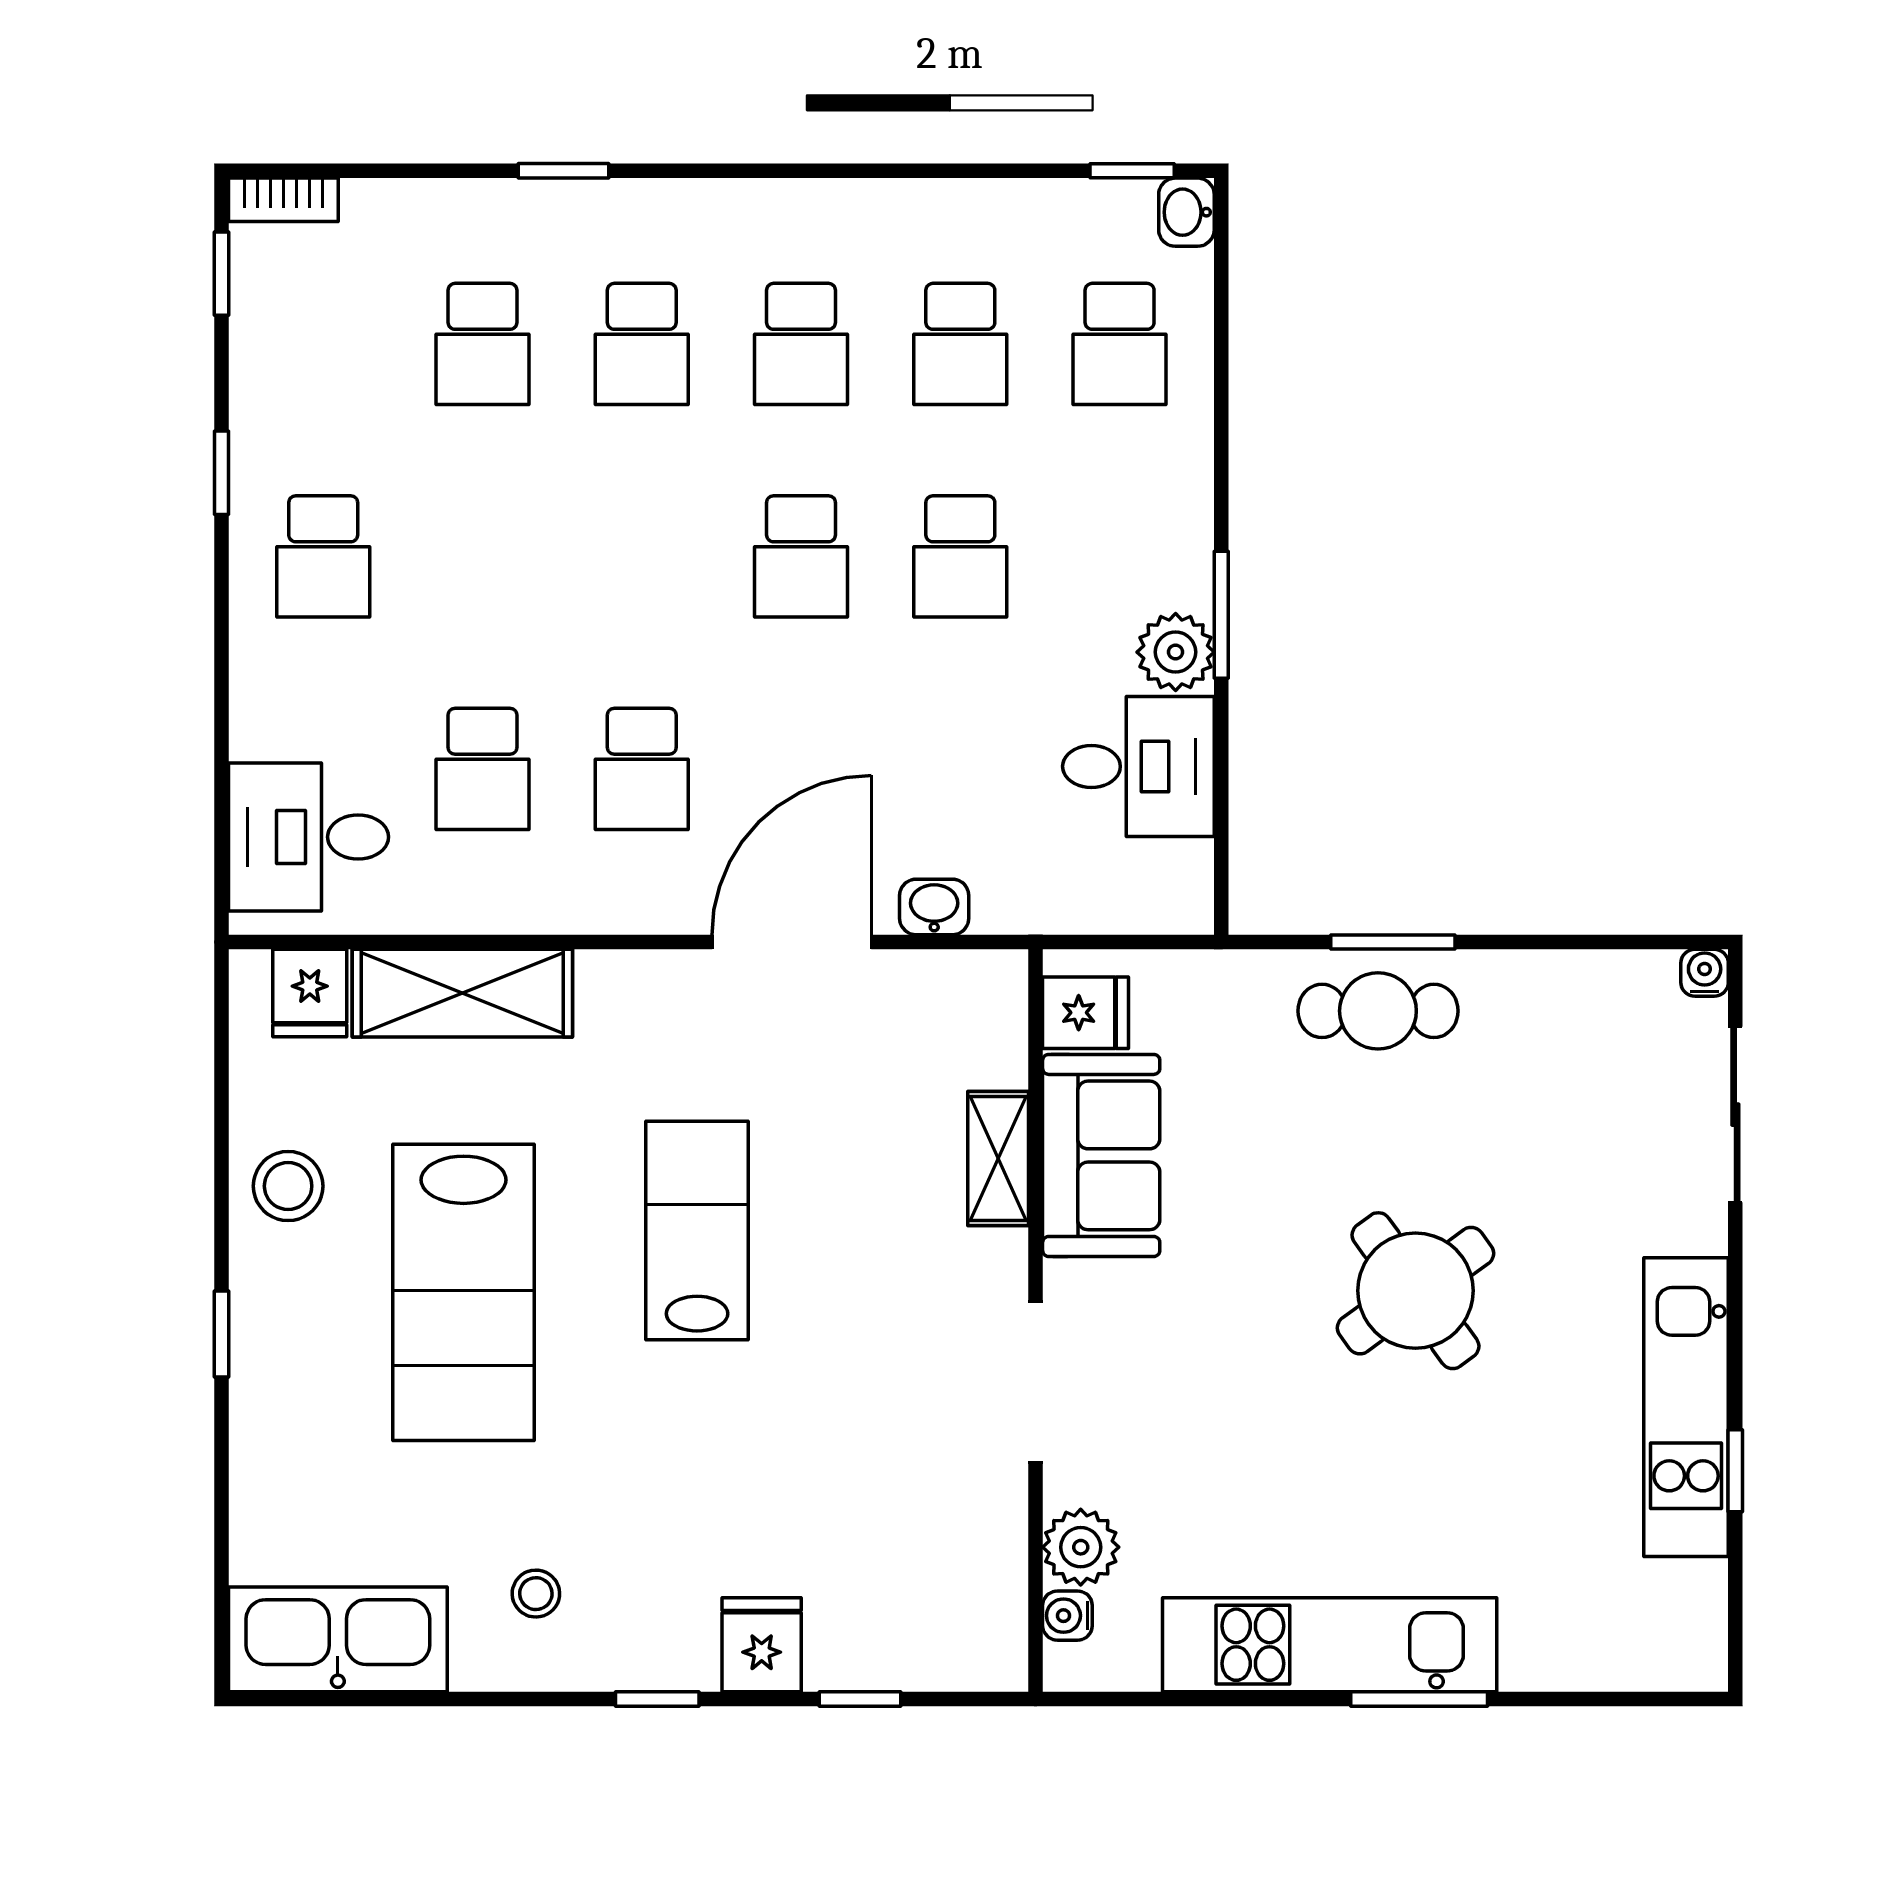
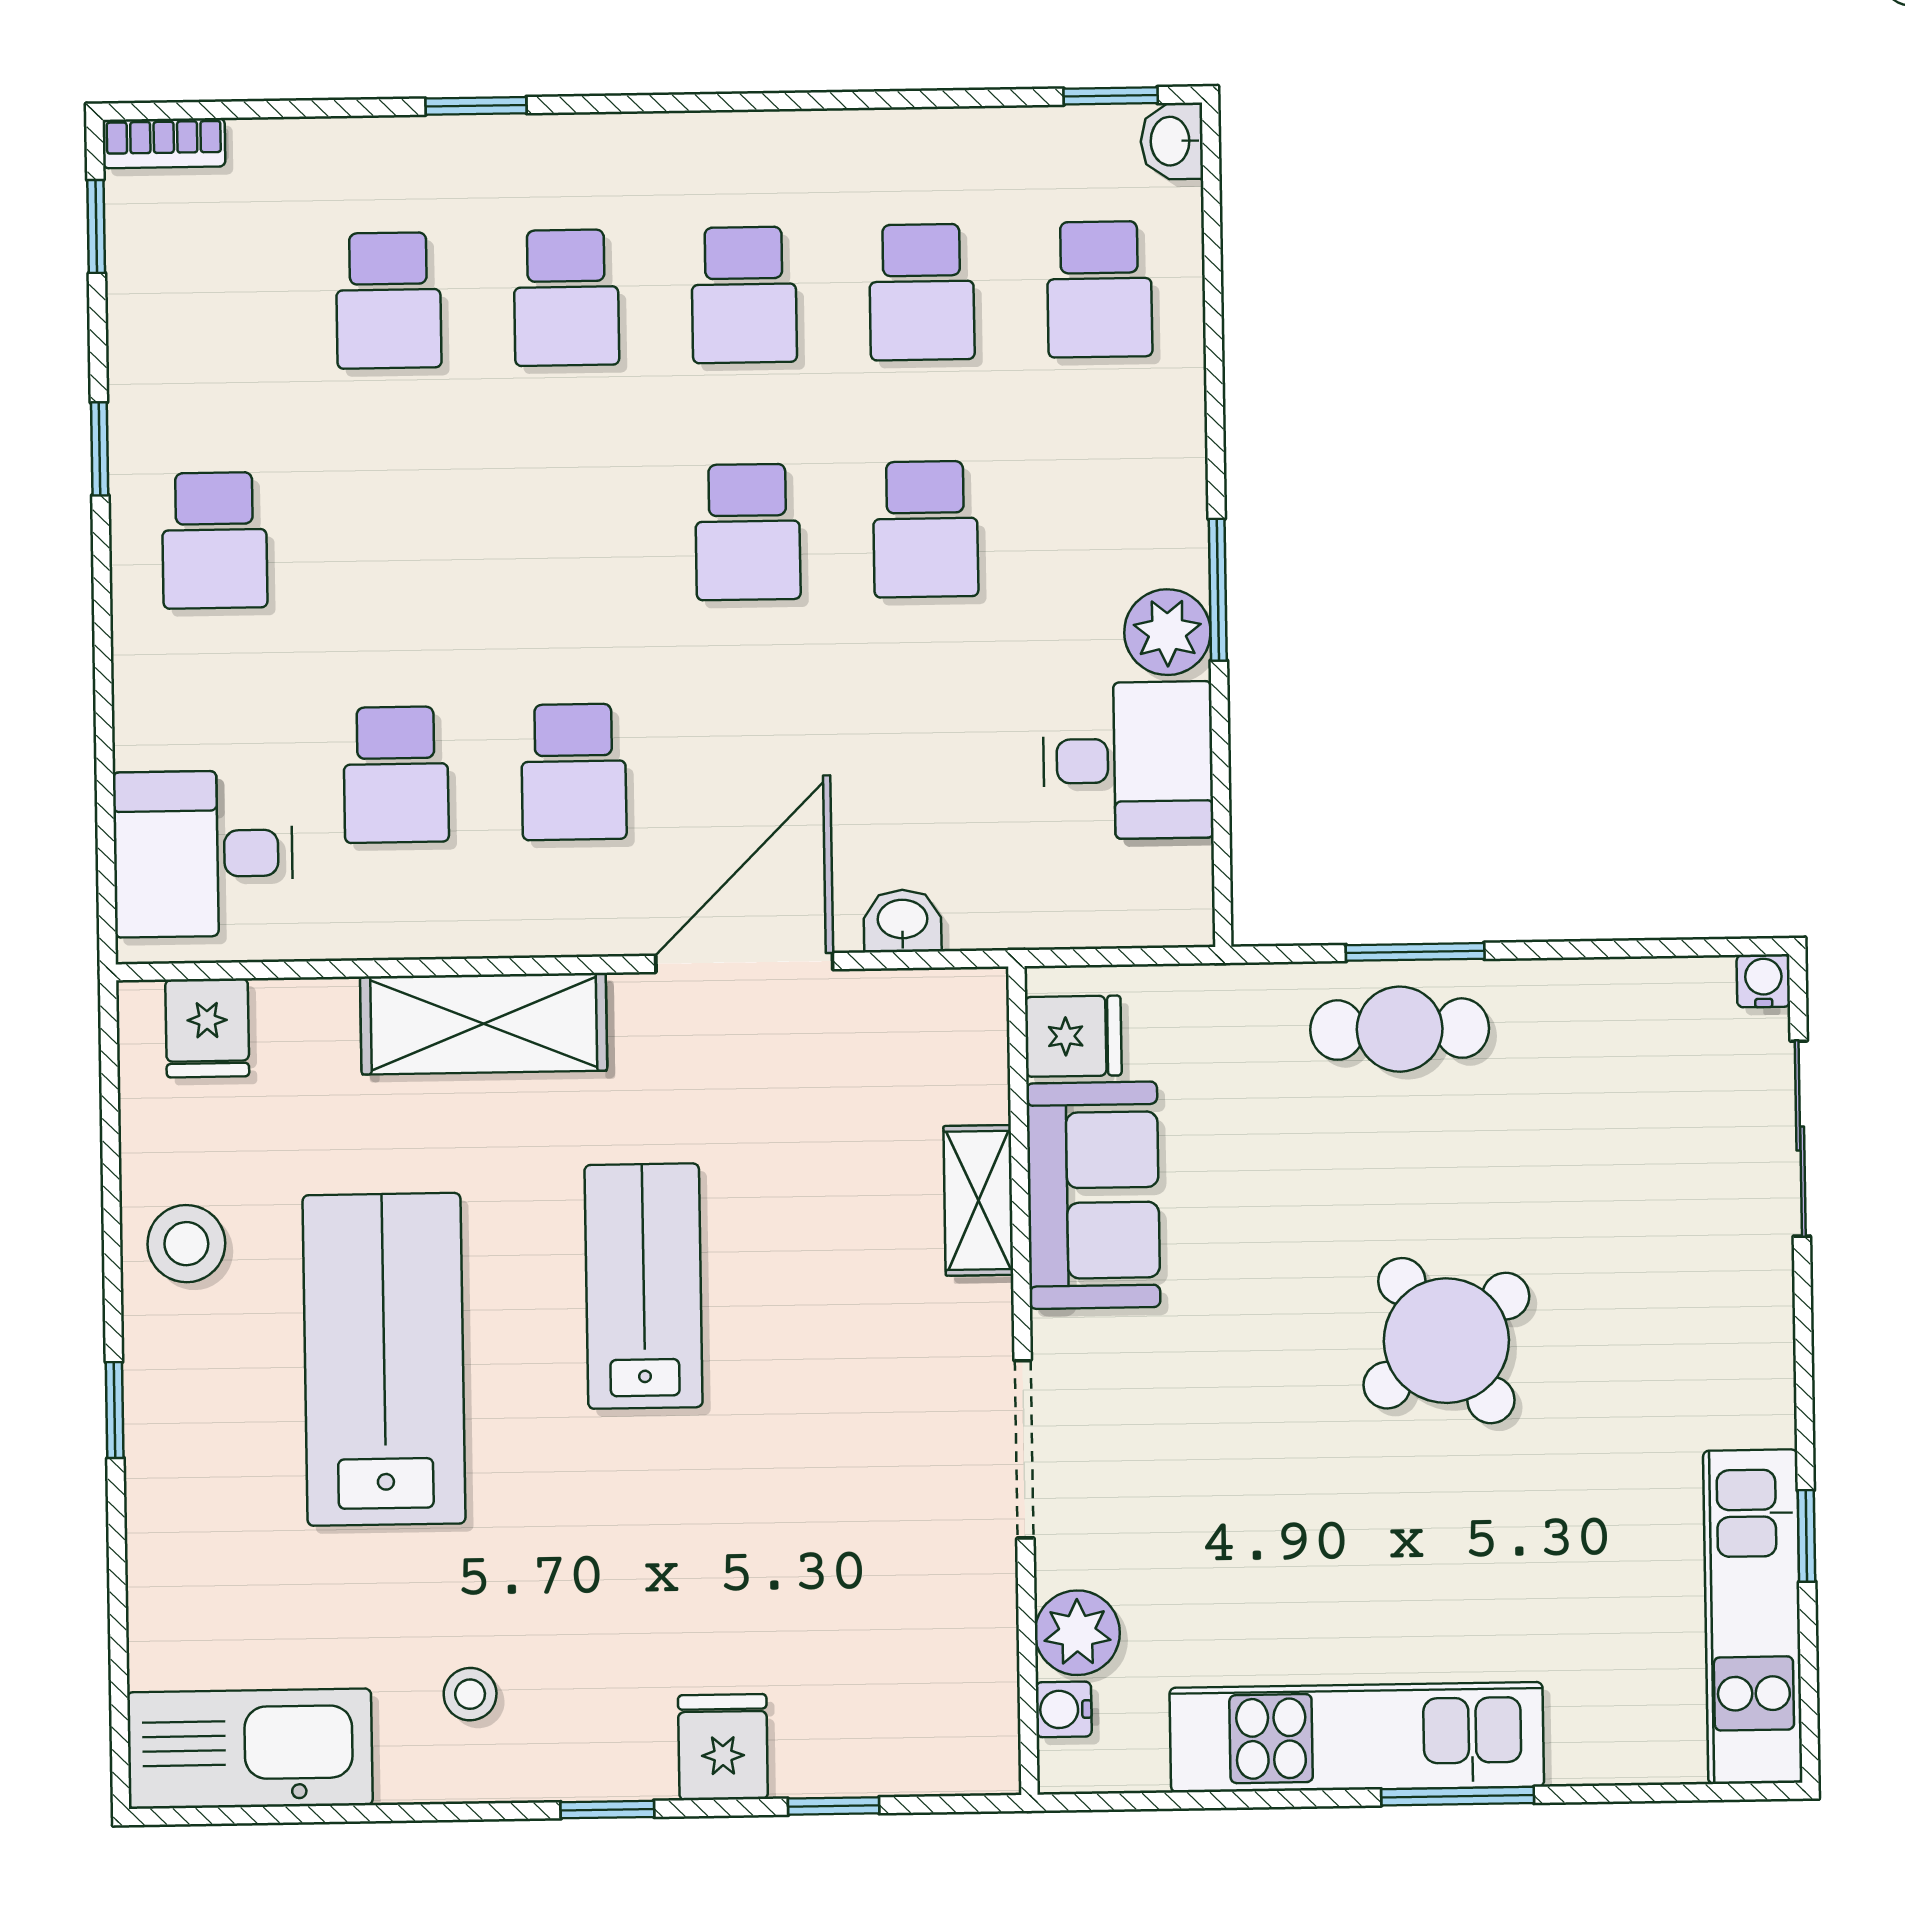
shelving: (462, 993) -> (484, 1024), moved
lab bench: (464, 1292) -> (384, 1359), turned 180
kitchen unit: (1686, 1407) -> (1753, 1617), moved

